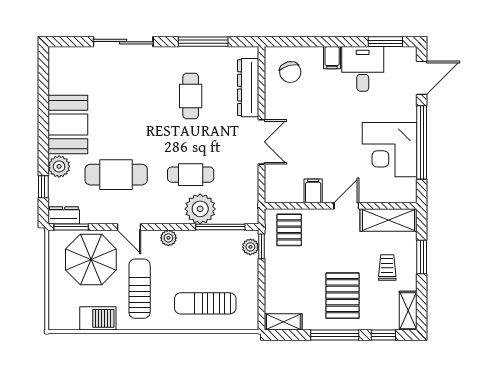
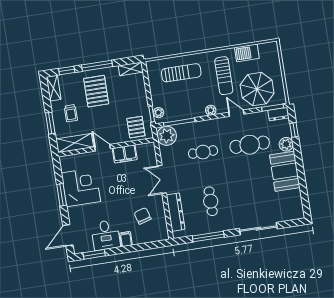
chair: (290, 72) -> (143, 216), moved
window: (422, 142) -> (62, 195), width x0.47
filing cabinet: (313, 191) -> (125, 154), width x2.00
door: (346, 206) -> (103, 148), swing flipped
plant: (200, 209) -> (167, 136), moved

